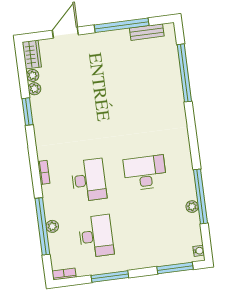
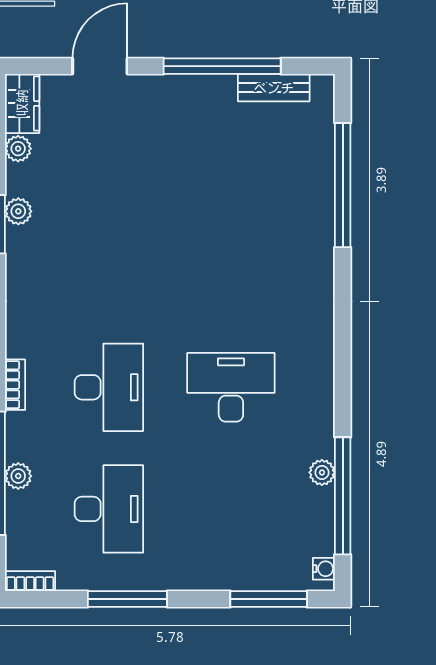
plant: (34, 89) -> (18, 211), moved
bookcase: (44, 172) -> (15, 385), moved
window: (200, 196) -> (343, 496), moved

